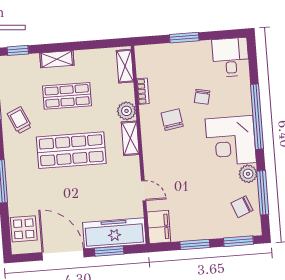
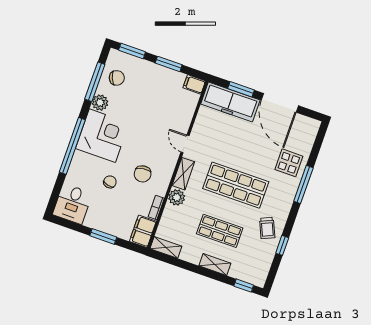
filing cabinet: (146, 61) -> (143, 231), added
shelving: (125, 66) -> (166, 247), moved, turned 90
door: (144, 191) -> (185, 144), moved
filing cabinet: (159, 227) -> (194, 84), width x0.50
display table: (24, 229) -> (289, 163), moved

